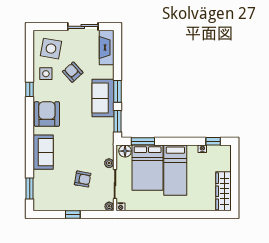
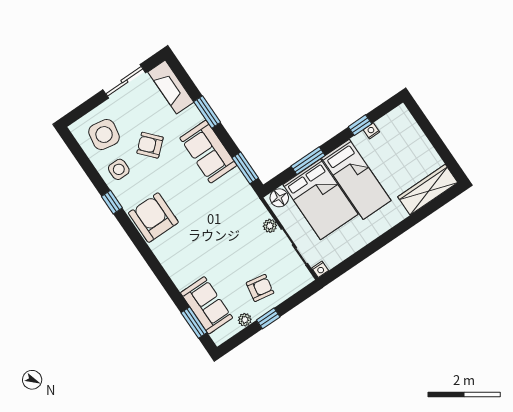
window: (117, 91) -> (207, 112), moved
window: (143, 141) -> (308, 161), moved
window: (213, 141) -> (360, 125), moved
sofa: (43, 152) -> (207, 305), moved
armchair: (83, 179) -> (260, 288), moved
wardrobe: (223, 191) -> (428, 190), moved, turned 90
plant: (109, 206) -> (245, 320), moved

